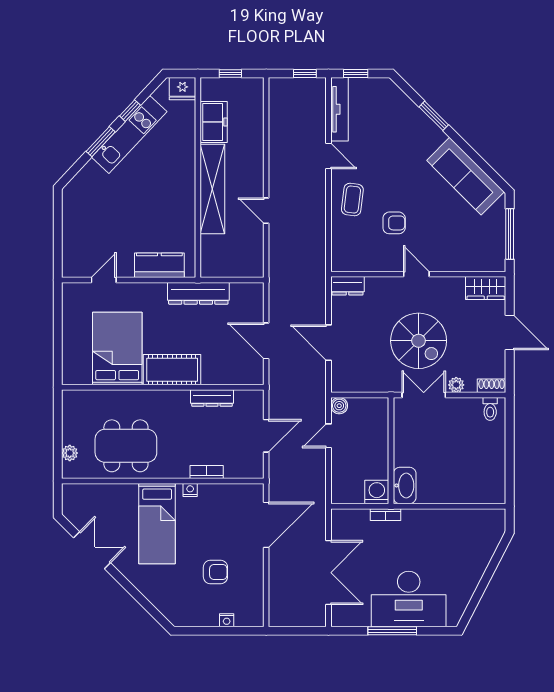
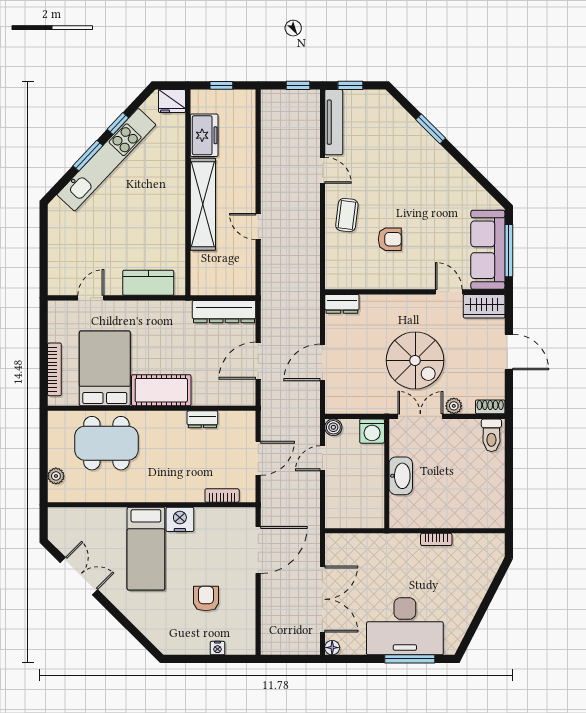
kitchen unit: (129, 134) -> (106, 160), width x1.36
sofa: (465, 176) -> (488, 250), moved, turned 45
door: (416, 274) -> (449, 292), moved
dresser: (198, 293) -> (224, 312), moved
door: (266, 341) -> (258, 361), hinge flipped
door: (329, 343) -> (322, 362), hinge flipped
bookcase: (68, 349) -> (54, 369), added
dresser: (212, 398) -> (202, 419), width x0.70
toilet: (490, 409) -> (491, 435), width x1.37, depth x1.39
dining table: (126, 446) -> (106, 443), moved
bookcase: (207, 472) -> (222, 496), moved
washbasin: (405, 485) -> (401, 476), moved
nightstand: (190, 490) -> (180, 519), width x1.89, depth x1.79
washing machine: (377, 492) -> (372, 431), moved, turned 180
bookcase: (385, 515) -> (436, 539), moved
armchair: (215, 572) -> (206, 598), turned -90
floor lamp: (338, 620) -> (332, 648), added
window: (392, 631) -> (410, 659), moved

